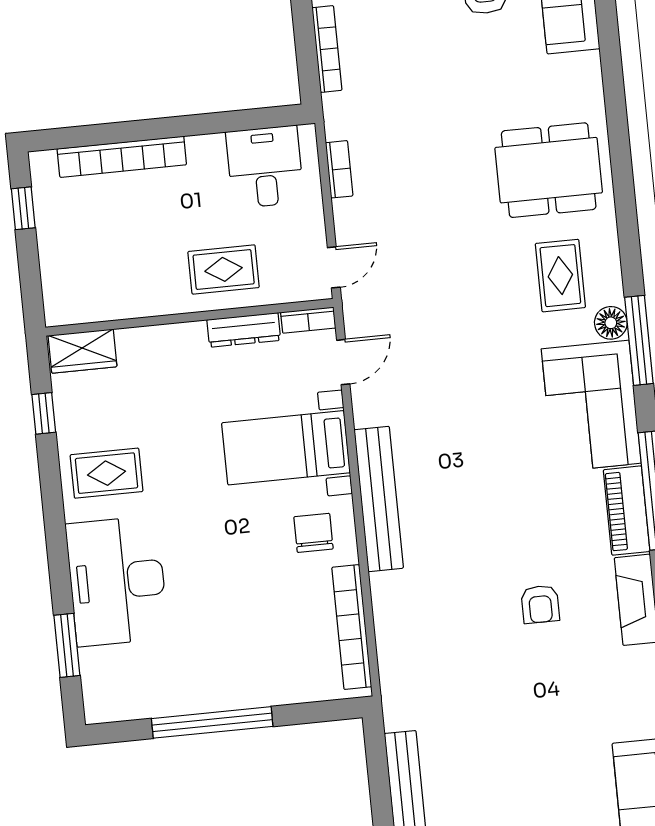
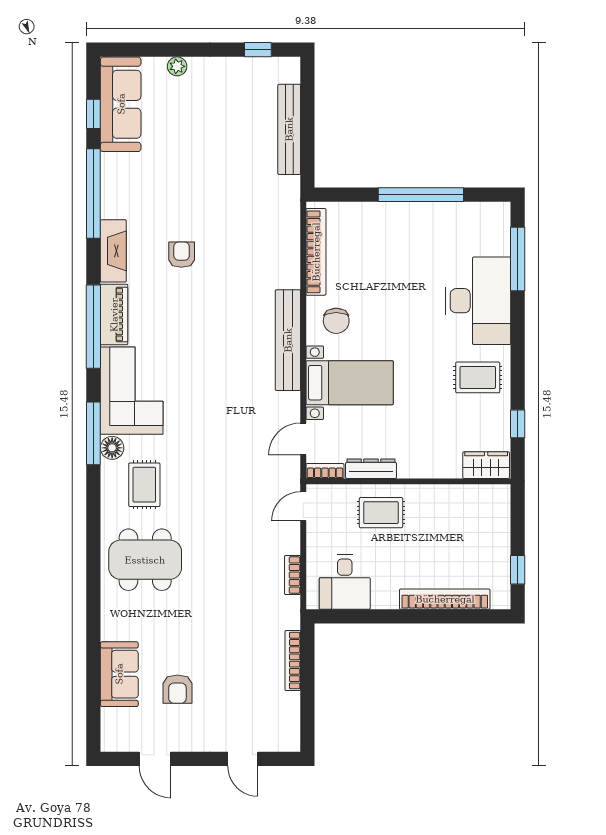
window: (67, 645) -> (518, 259), width x1.44

